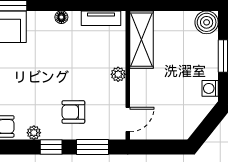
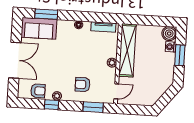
shelving: (142, 40) -> (127, 50), width x1.47
washing machine: (210, 88) -> (171, 47), moved
window: (51, 147) -> (52, 105), moved

